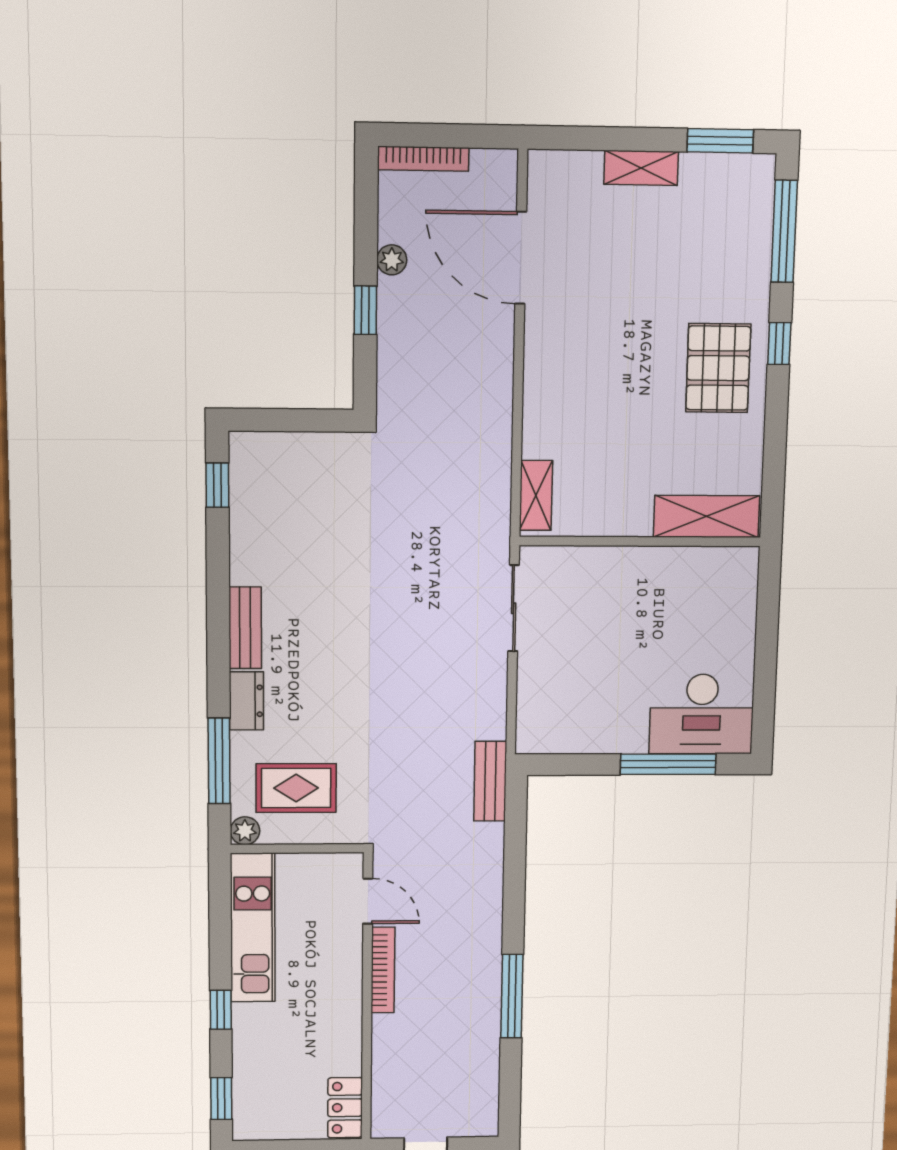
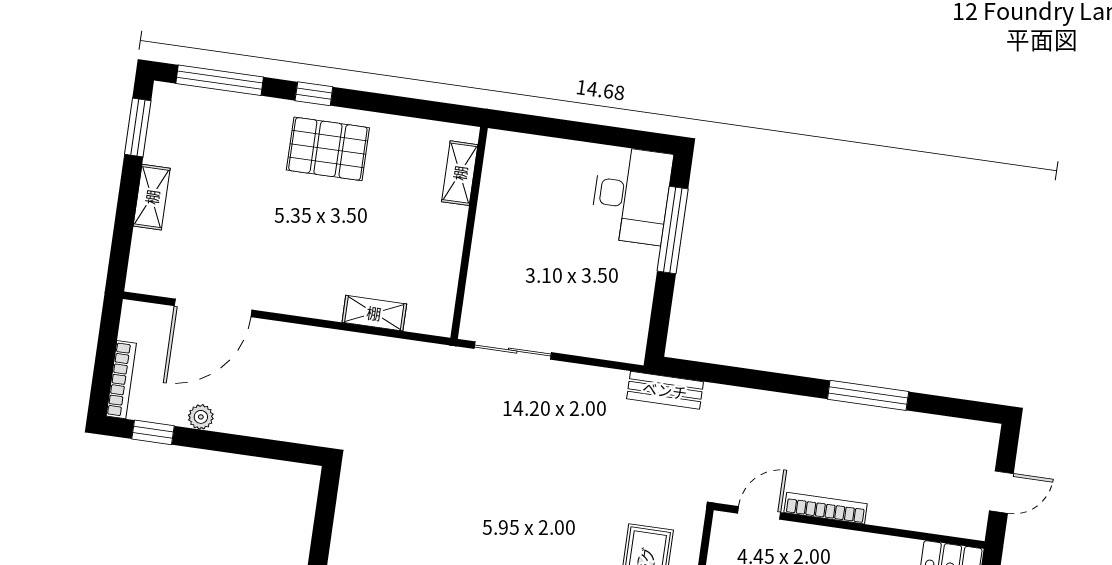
window: (365, 310) -> (153, 432), moved
shelving: (536, 495) -> (374, 313), moved
shelving: (706, 516) -> (460, 173), width x0.67, depth x0.75

